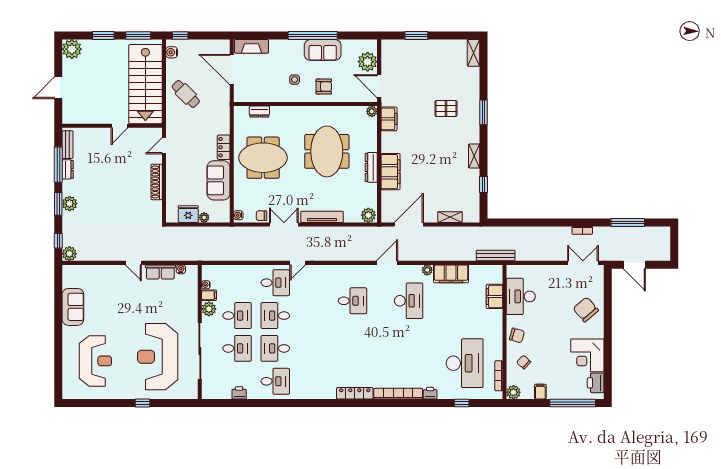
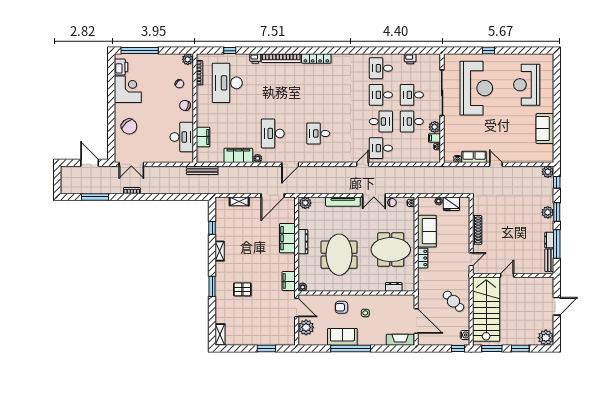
desk: (275, 348) -> (381, 95), turned 180
filing cabinet: (540, 392) -> (166, 60), removed

